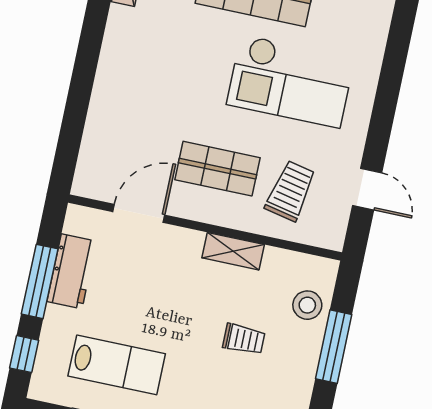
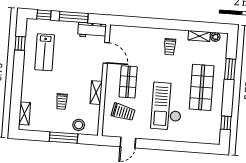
trolley: (145, 54) -> (170, 47), added
workbench: (72, 271) -> (92, 30), moved

